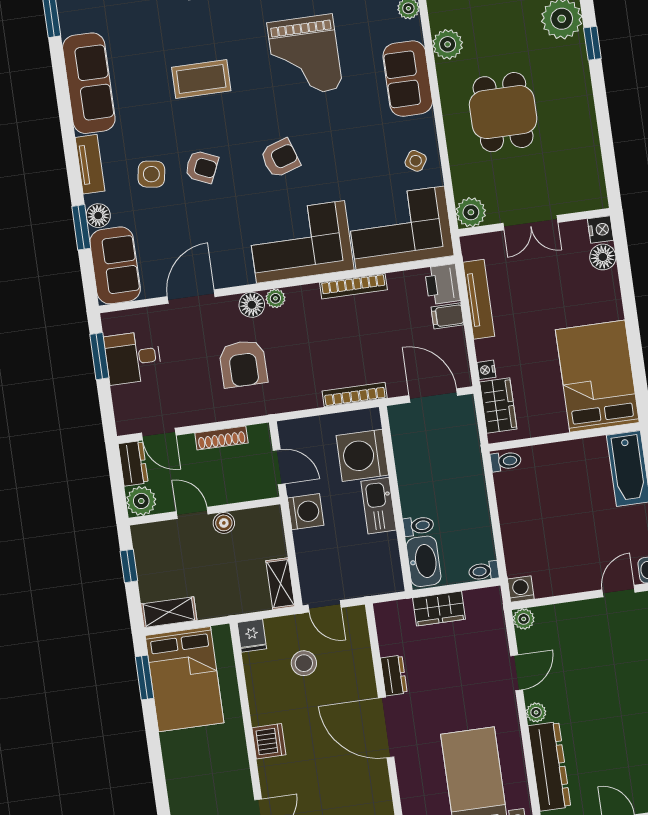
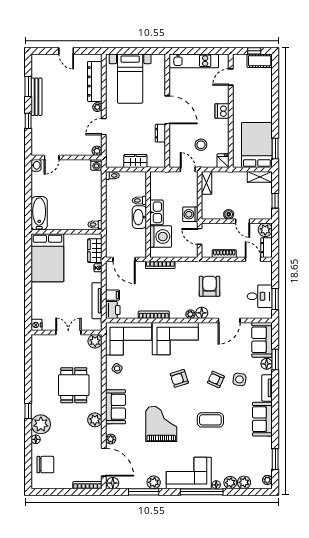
sofa: (89, 83) -> (262, 419), width x0.73
floor lamp: (603, 257) -> (37, 312), removed
washbasin: (424, 561) -> (139, 217), moved

